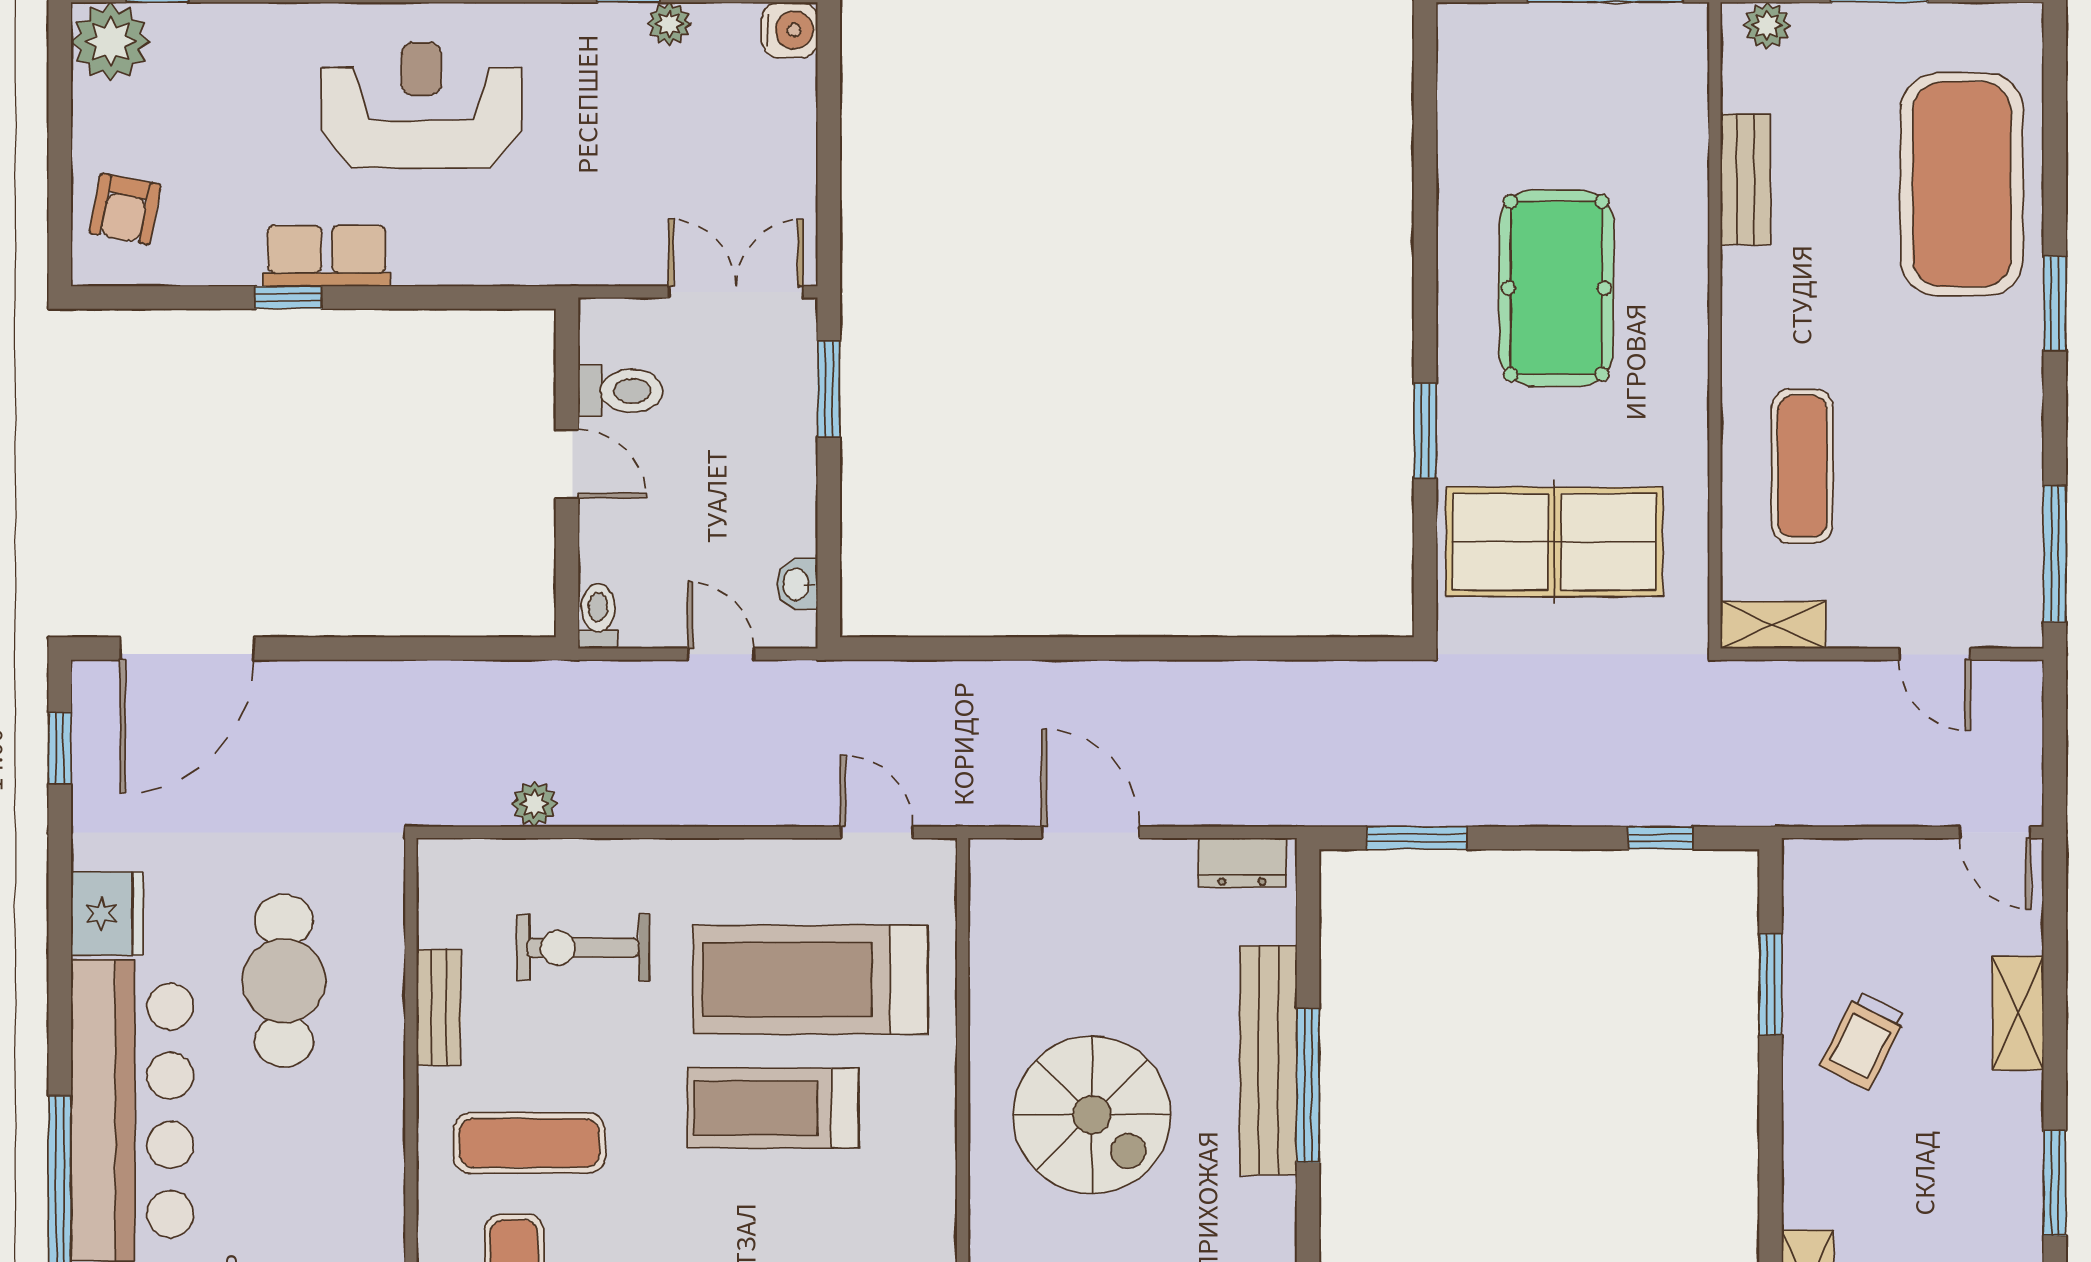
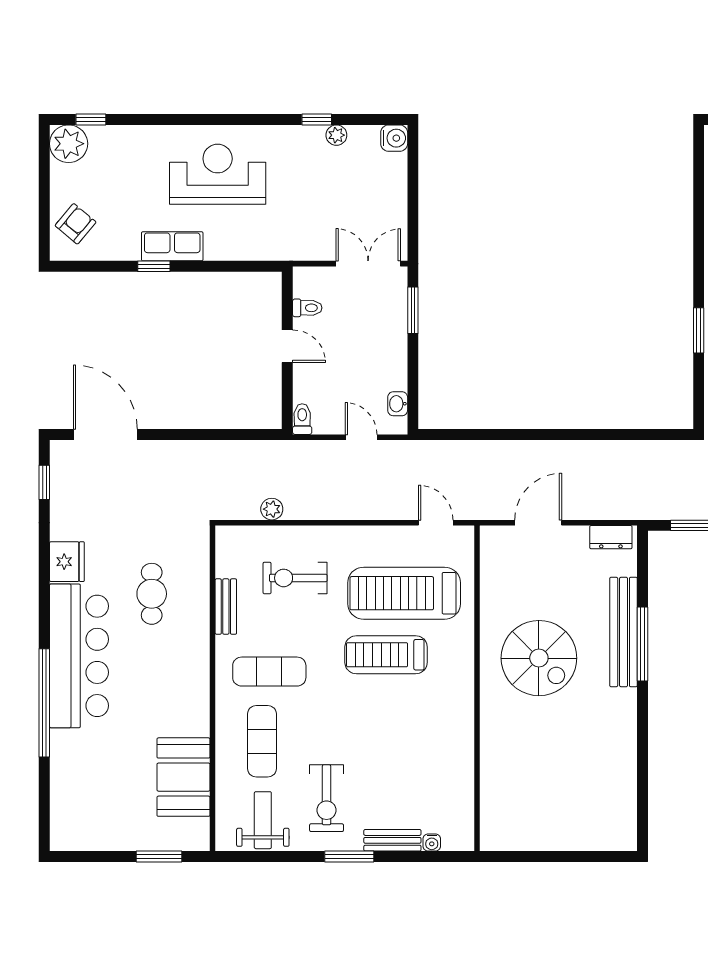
armchair: (125, 209) -> (76, 224), turned -151
toilet: (620, 391) -> (307, 308), width x0.73, depth x0.72
door: (187, 649) -> (105, 435), swing flipped
door: (1091, 832) -> (538, 523), hinge flipped
cafe table: (284, 981) -> (152, 594), width x0.73, depth x0.74

